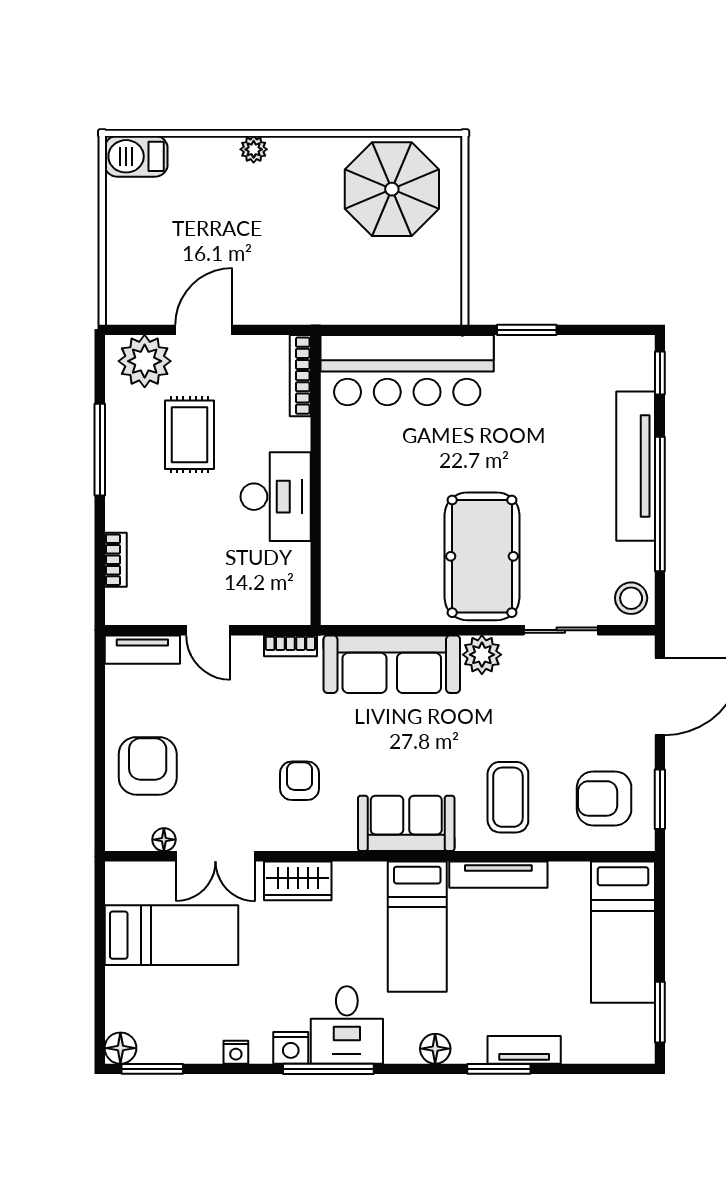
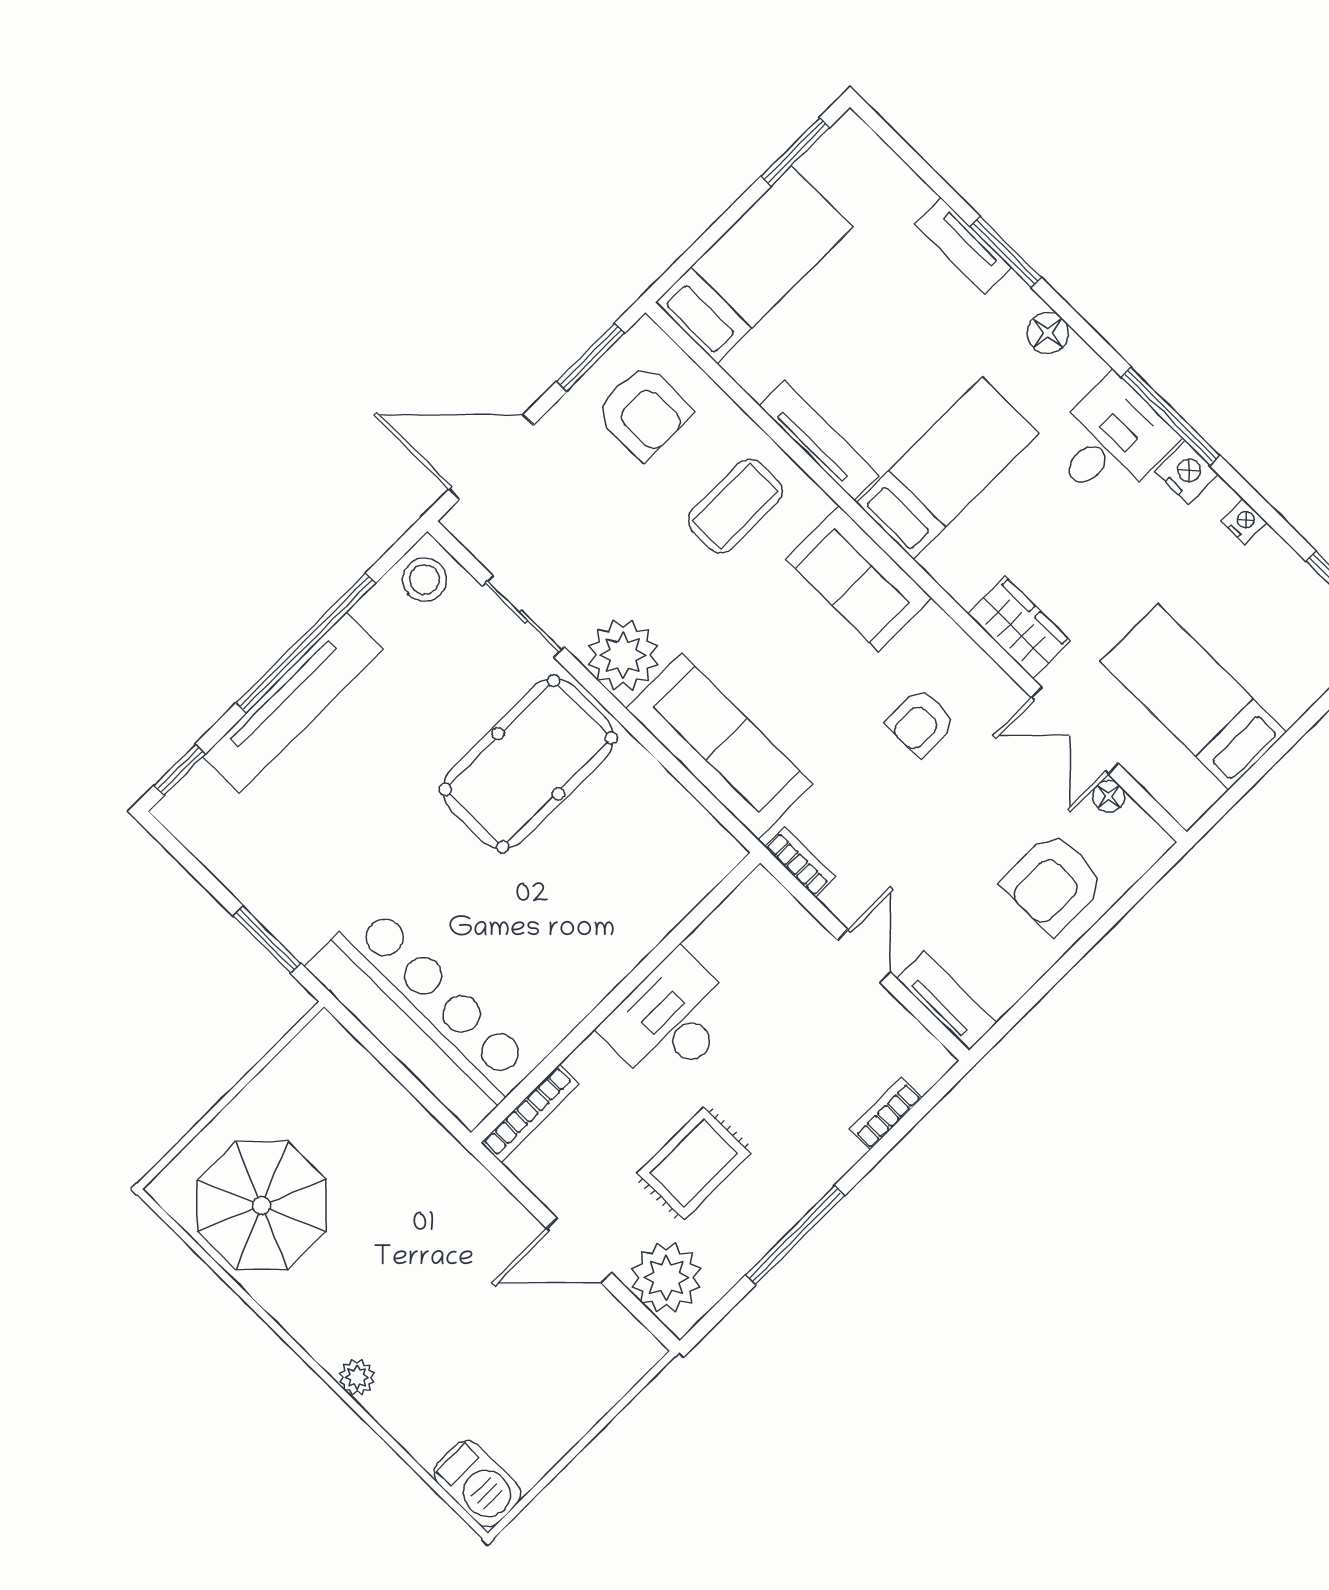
plant: (482, 655) -> (623, 655), width x1.36, depth x1.36
double door: (215, 856) -> (1075, 731), swing flipped

